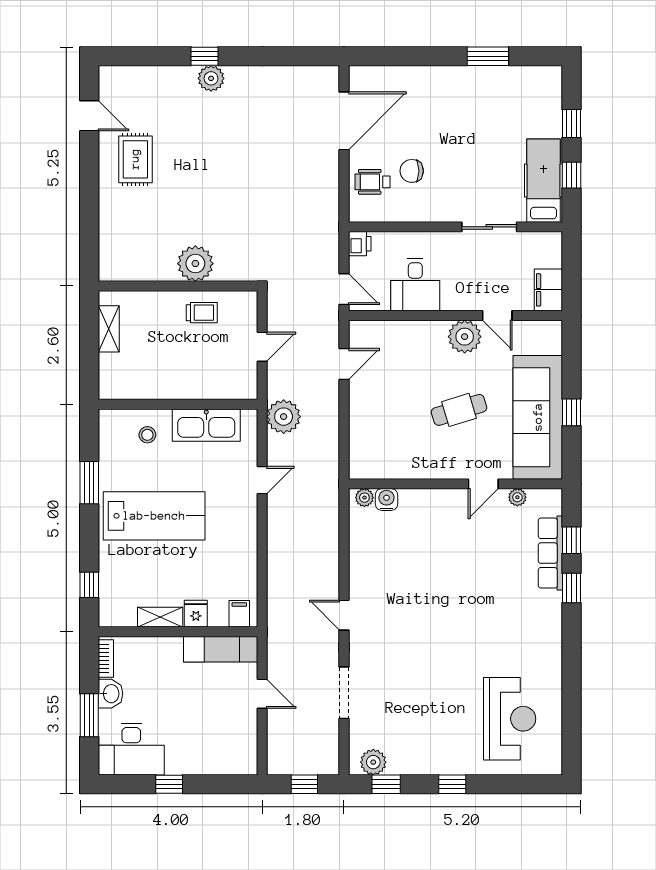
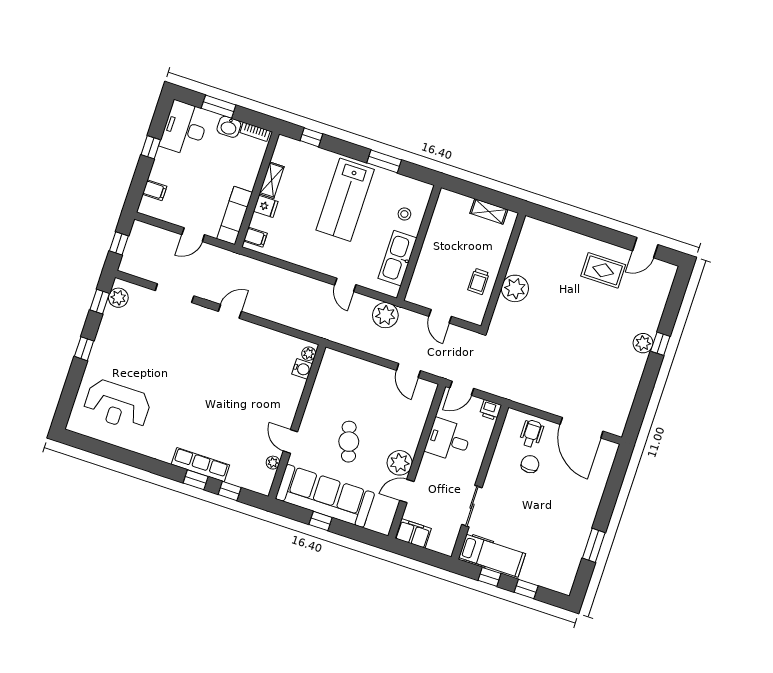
row of seats: (550, 553) -> (200, 465), moved
filing cabinet: (222, 761) -> (155, 190), added

